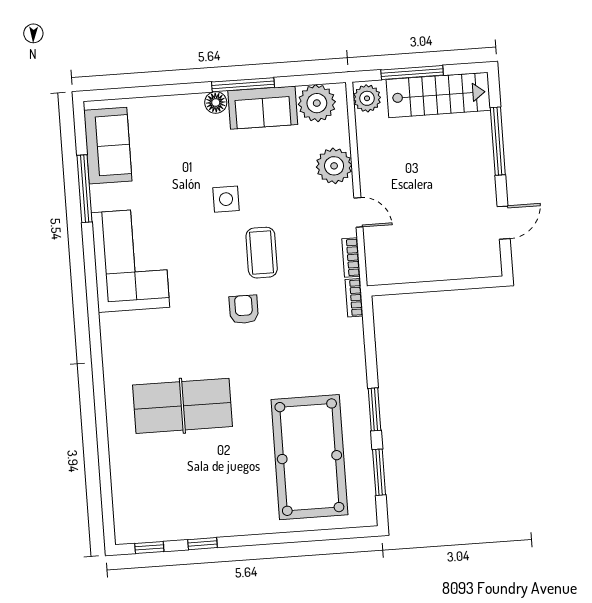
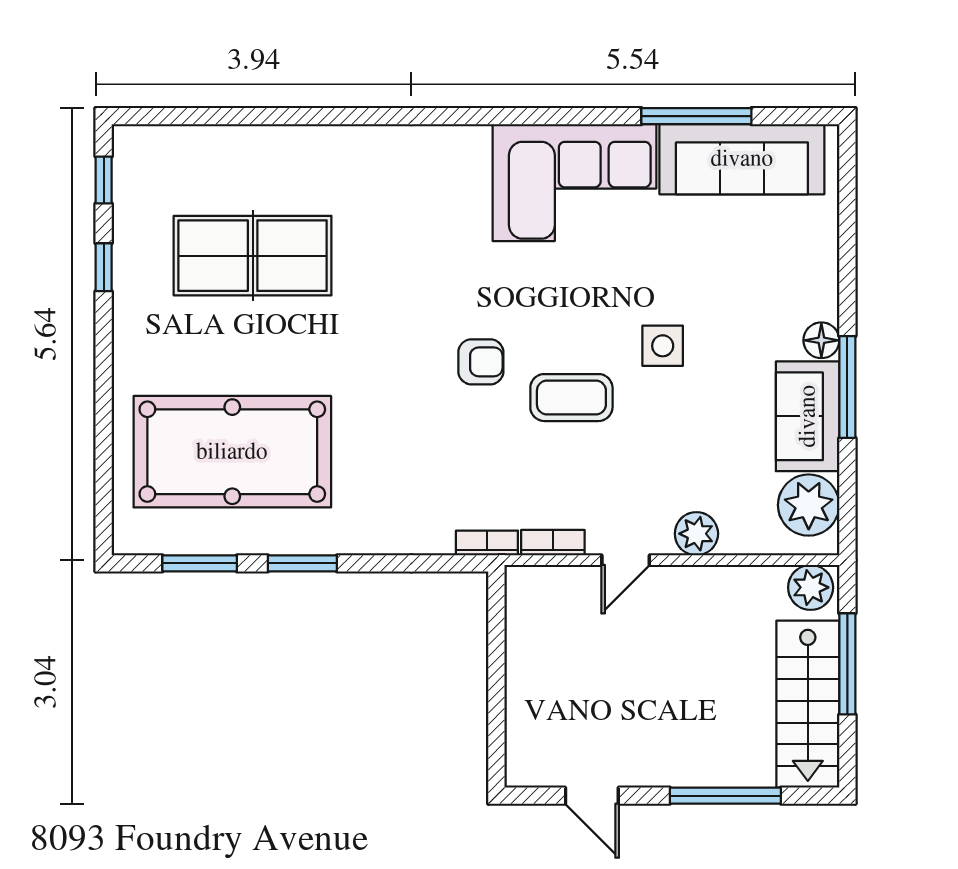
sofa: (108, 146) -> (742, 159), width x1.36
plant: (334, 166) -> (696, 534), width x0.73, depth x0.73
table tennis table: (182, 406) -> (253, 256), moved, turned 90

